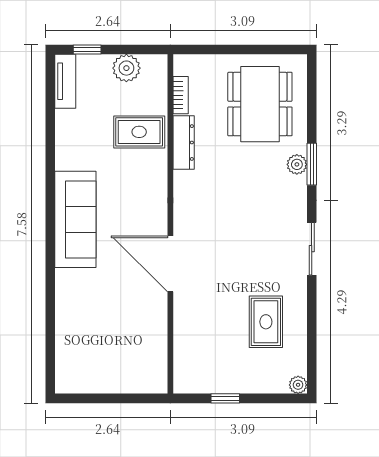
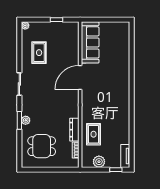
dining table: (260, 104) -> (42, 146), width x0.73
rug: (139, 132) -> (94, 134), turned 90
sofa: (75, 219) -> (90, 42), moved, turned 180
door: (170, 264) -> (80, 78), swing flipped

